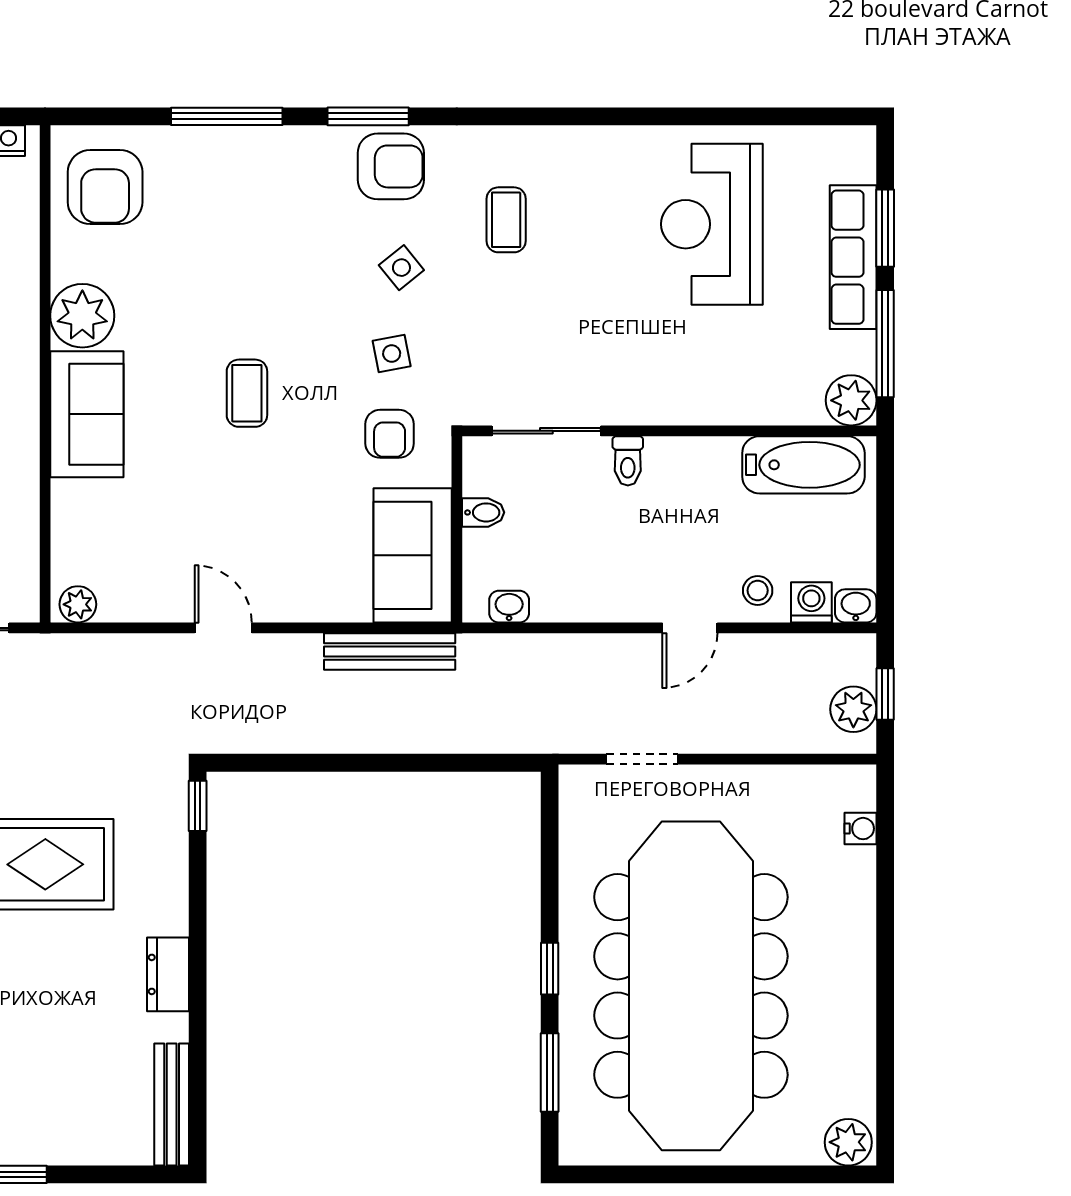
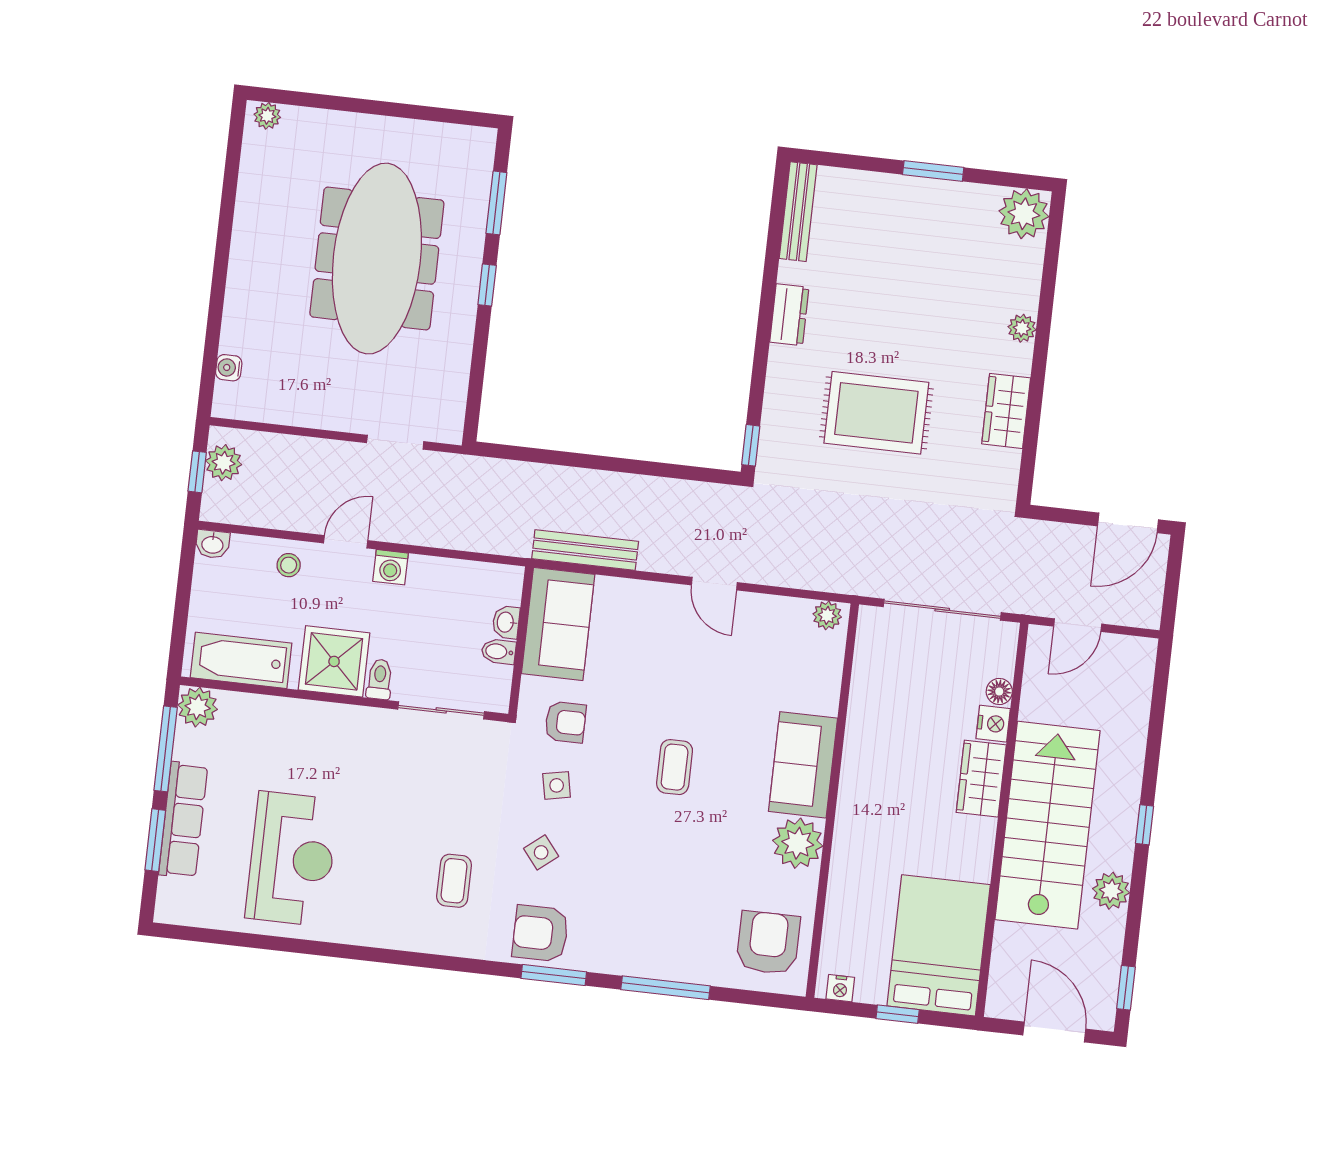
armchair: (390, 434) -> (565, 722), turned 90
shower: (687, 477) -> (334, 661), added
washing machine: (811, 602) -> (391, 567), moved
washbasin: (509, 607) -> (506, 622), moved, turned 90
meeting table: (691, 986) -> (377, 259), width x0.73, depth x0.79
plant: (848, 1142) -> (267, 116), width x0.73, depth x0.73

